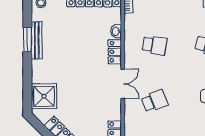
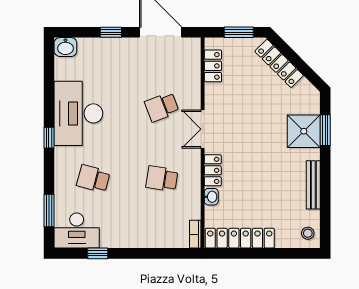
window: (27, 40) -> (325, 130), moved
shower: (44, 96) -> (304, 131), moved

